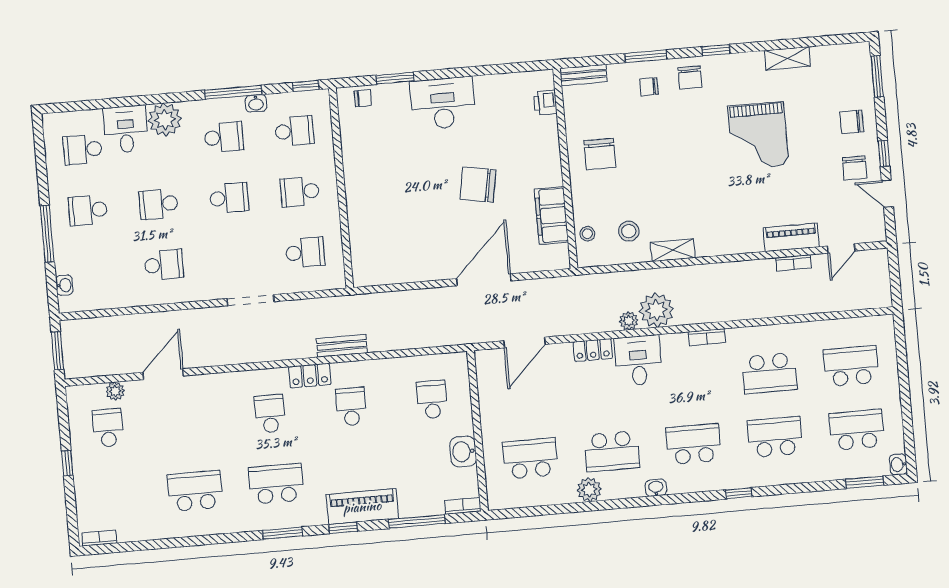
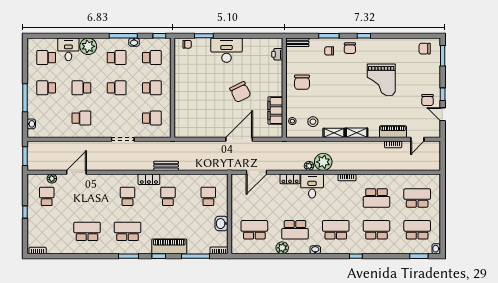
shelving: (788, 58) -> (357, 133), moved
chair: (852, 122) -> (425, 49), moved
chair: (478, 184) -> (240, 92), turned -126
school desk: (300, 192) -> (152, 88), turned 180

